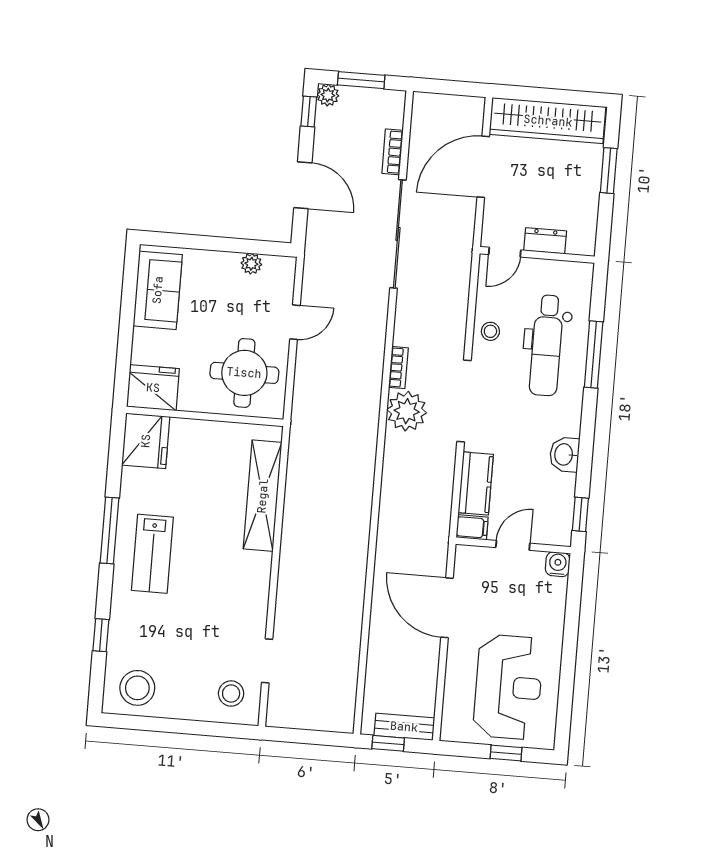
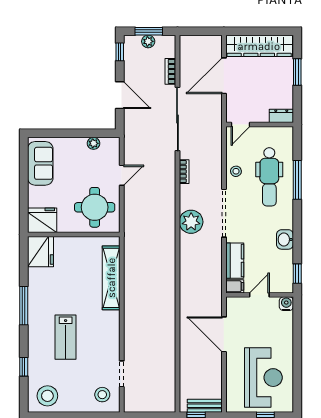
plant: (328, 95) -> (148, 41), moved
dresser: (545, 241) -> (281, 116), moved
bookcase: (398, 368) -> (184, 172), moved
lab bench: (152, 554) -> (66, 337), moved

